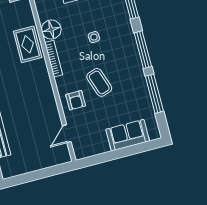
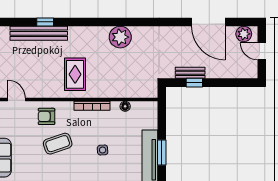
floor lamp: (51, 30) -> (125, 106), width x0.53, depth x0.53
rug: (28, 44) -> (75, 74), moved, turned 90

